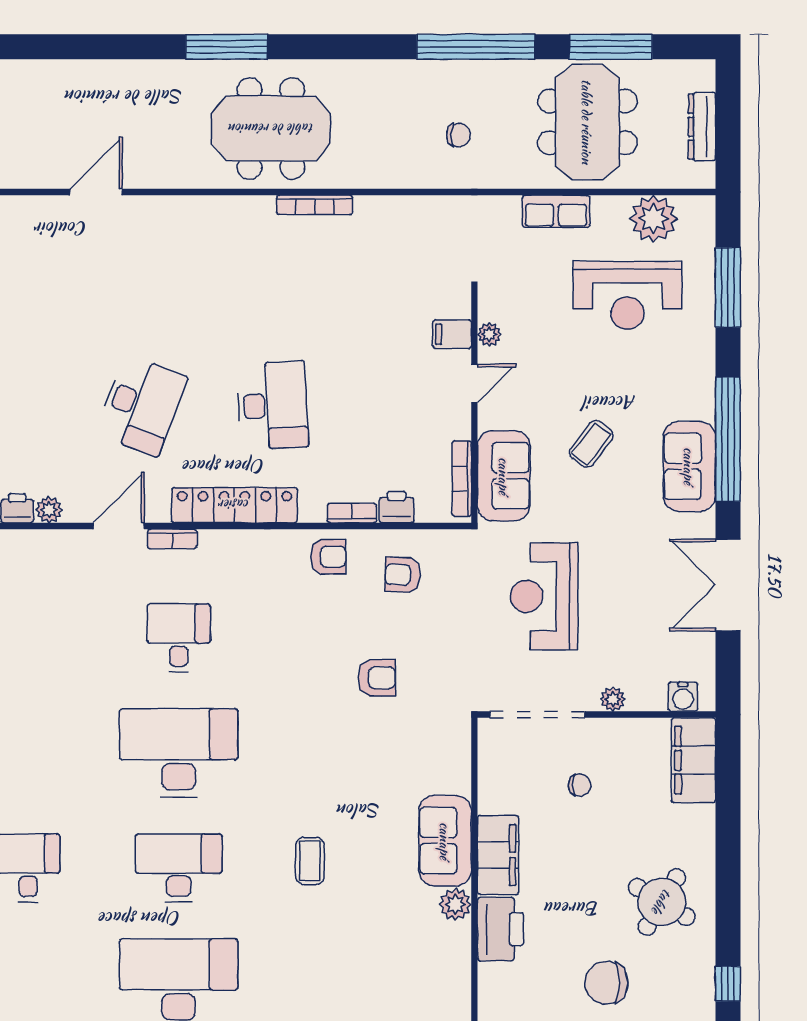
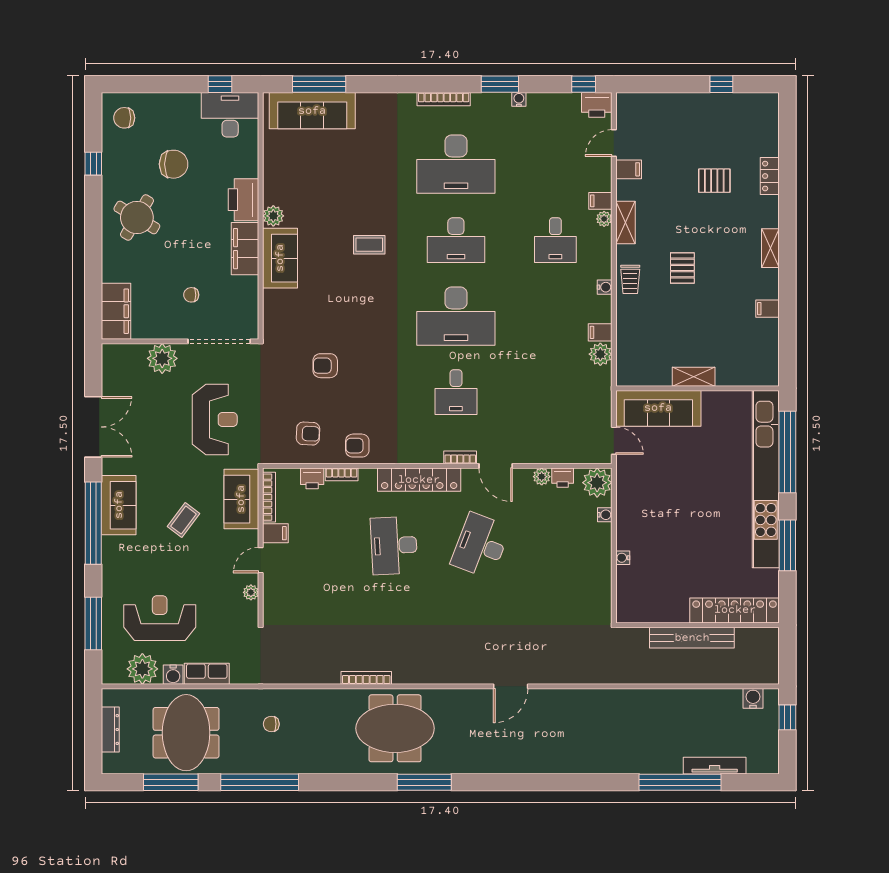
filing cabinet: (452, 334) -> (275, 533), moved
door: (119, 526) -> (496, 466), hinge flipped
water cooler: (683, 697) -> (173, 675), moved, turned 180
plant: (613, 699) -> (162, 358), width x1.88, depth x1.88
coffee table: (310, 861) -> (369, 245), turned 90

